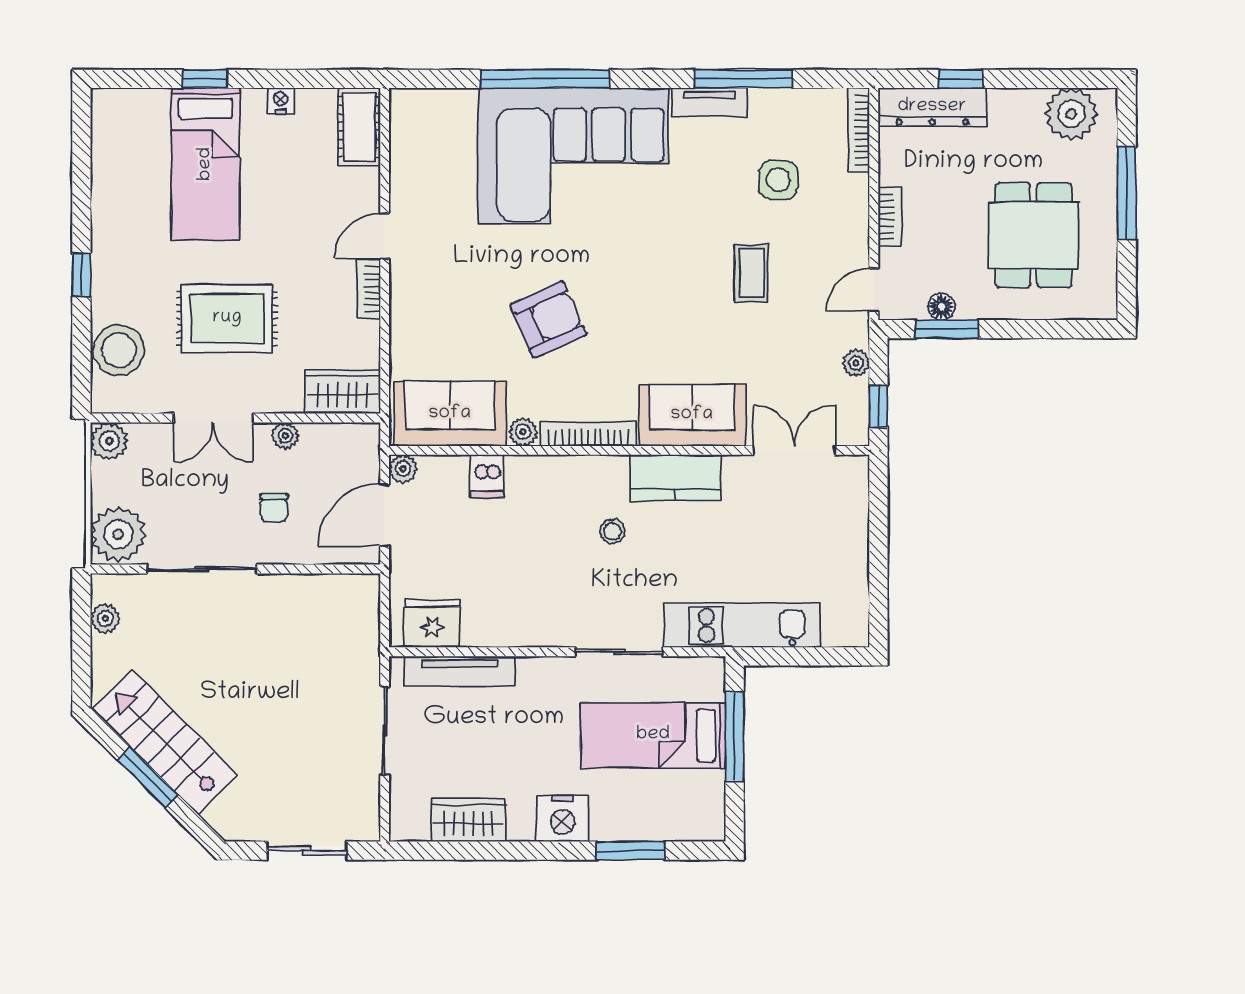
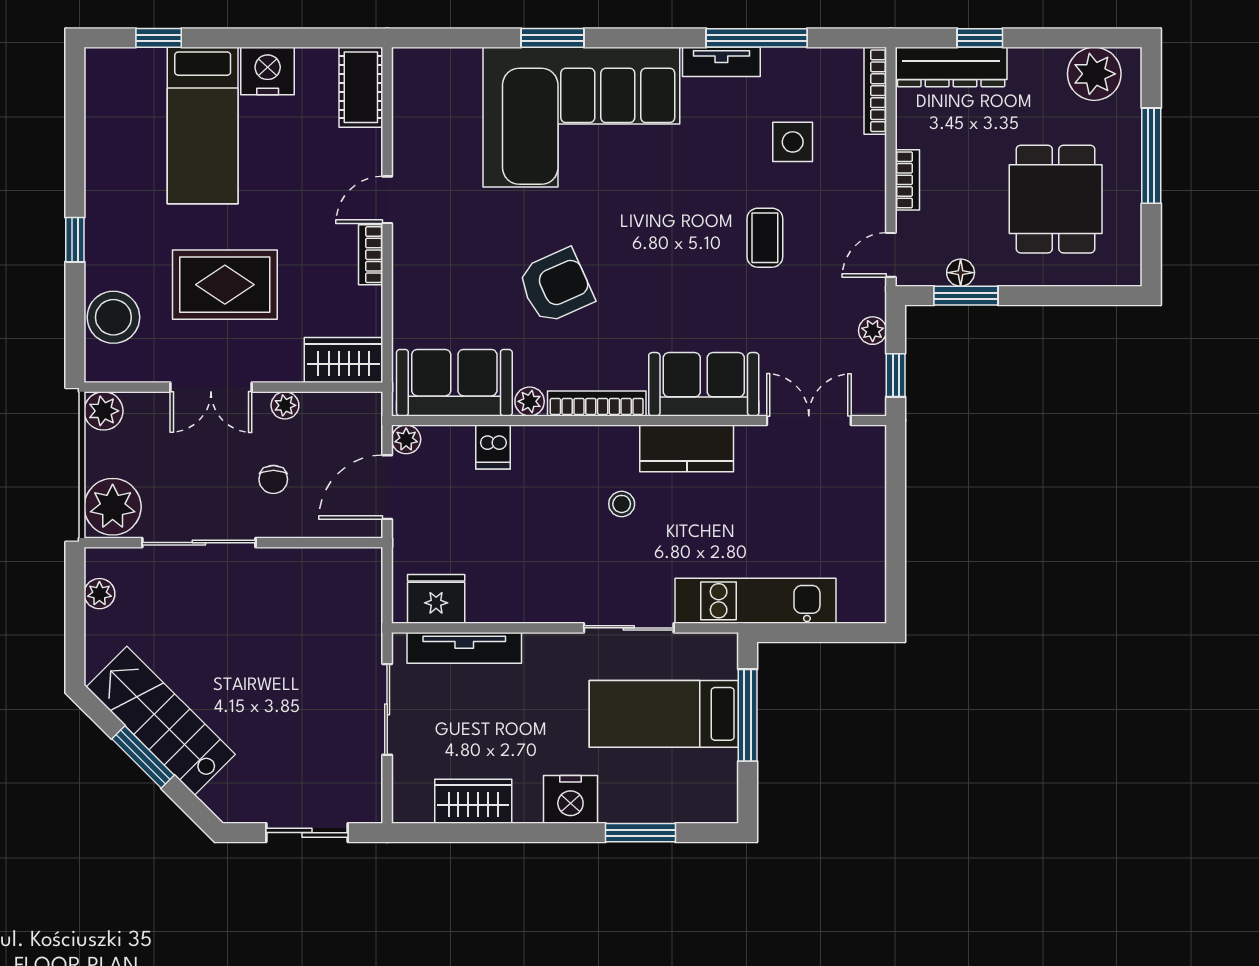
window: (205, 79) -> (159, 38), moved
window: (545, 79) -> (553, 38), width x0.47
nightstand: (281, 101) -> (268, 71), width x1.89, depth x1.79

